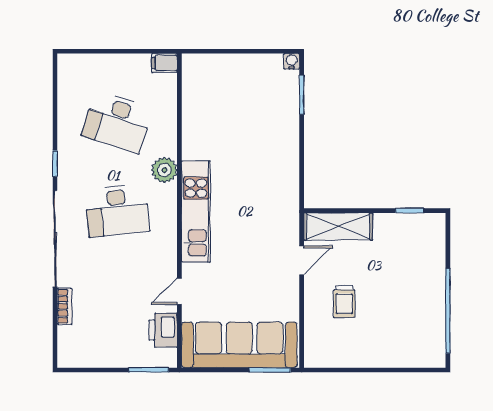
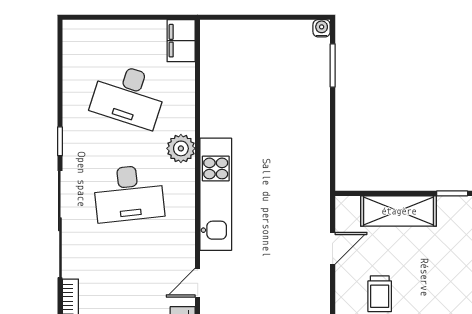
filing cabinet: (165, 63) -> (181, 41), width x2.00
shelving: (338, 227) -> (399, 211), moved

